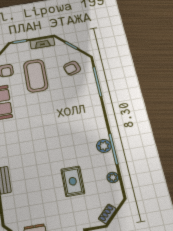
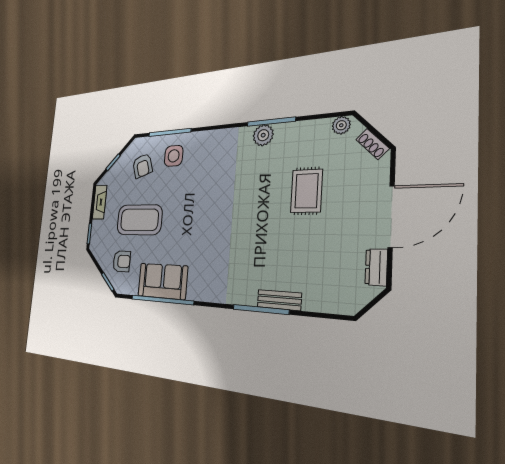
side table: (82, 89) -> (174, 156), added
plant: (113, 177) -> (341, 125), moved
rug: (73, 181) -> (306, 191), turned 90

